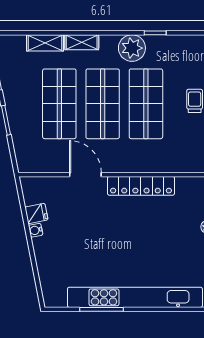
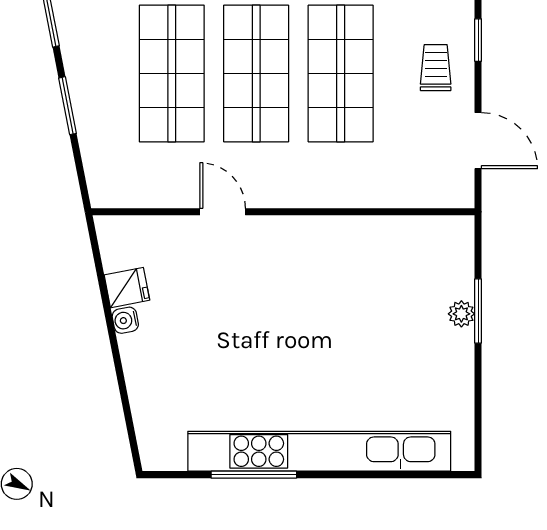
door: (85, 175) -> (223, 212), width x0.73
locker: (141, 186) -> (331, 234), removed

